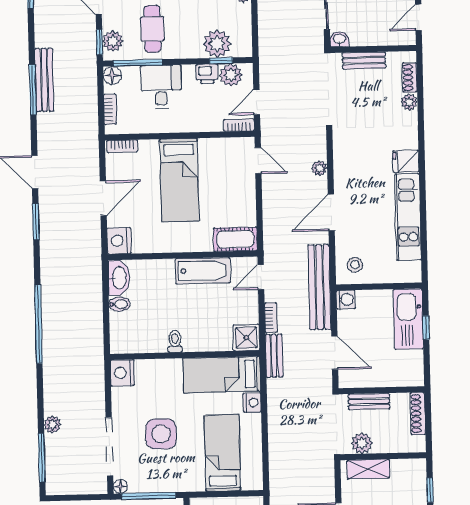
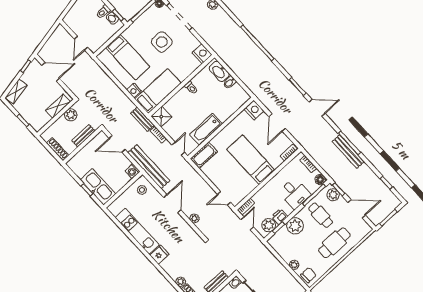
plant: (217, 44) -> (295, 226), moved
washbasin: (119, 278) -> (219, 71), moved

